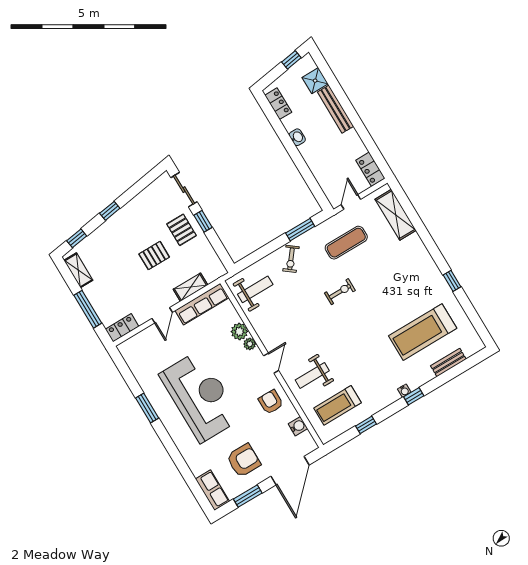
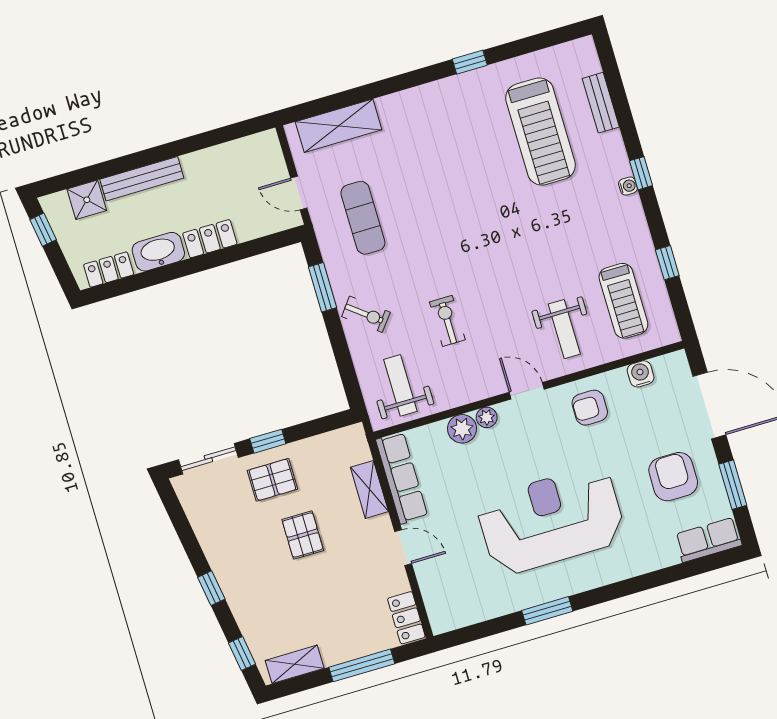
washbasin: (297, 137) -> (158, 252), width x1.91, depth x1.45
locker: (370, 169) -> (210, 239), moved, turned 180
exercise bike: (340, 292) -> (447, 321), moved

